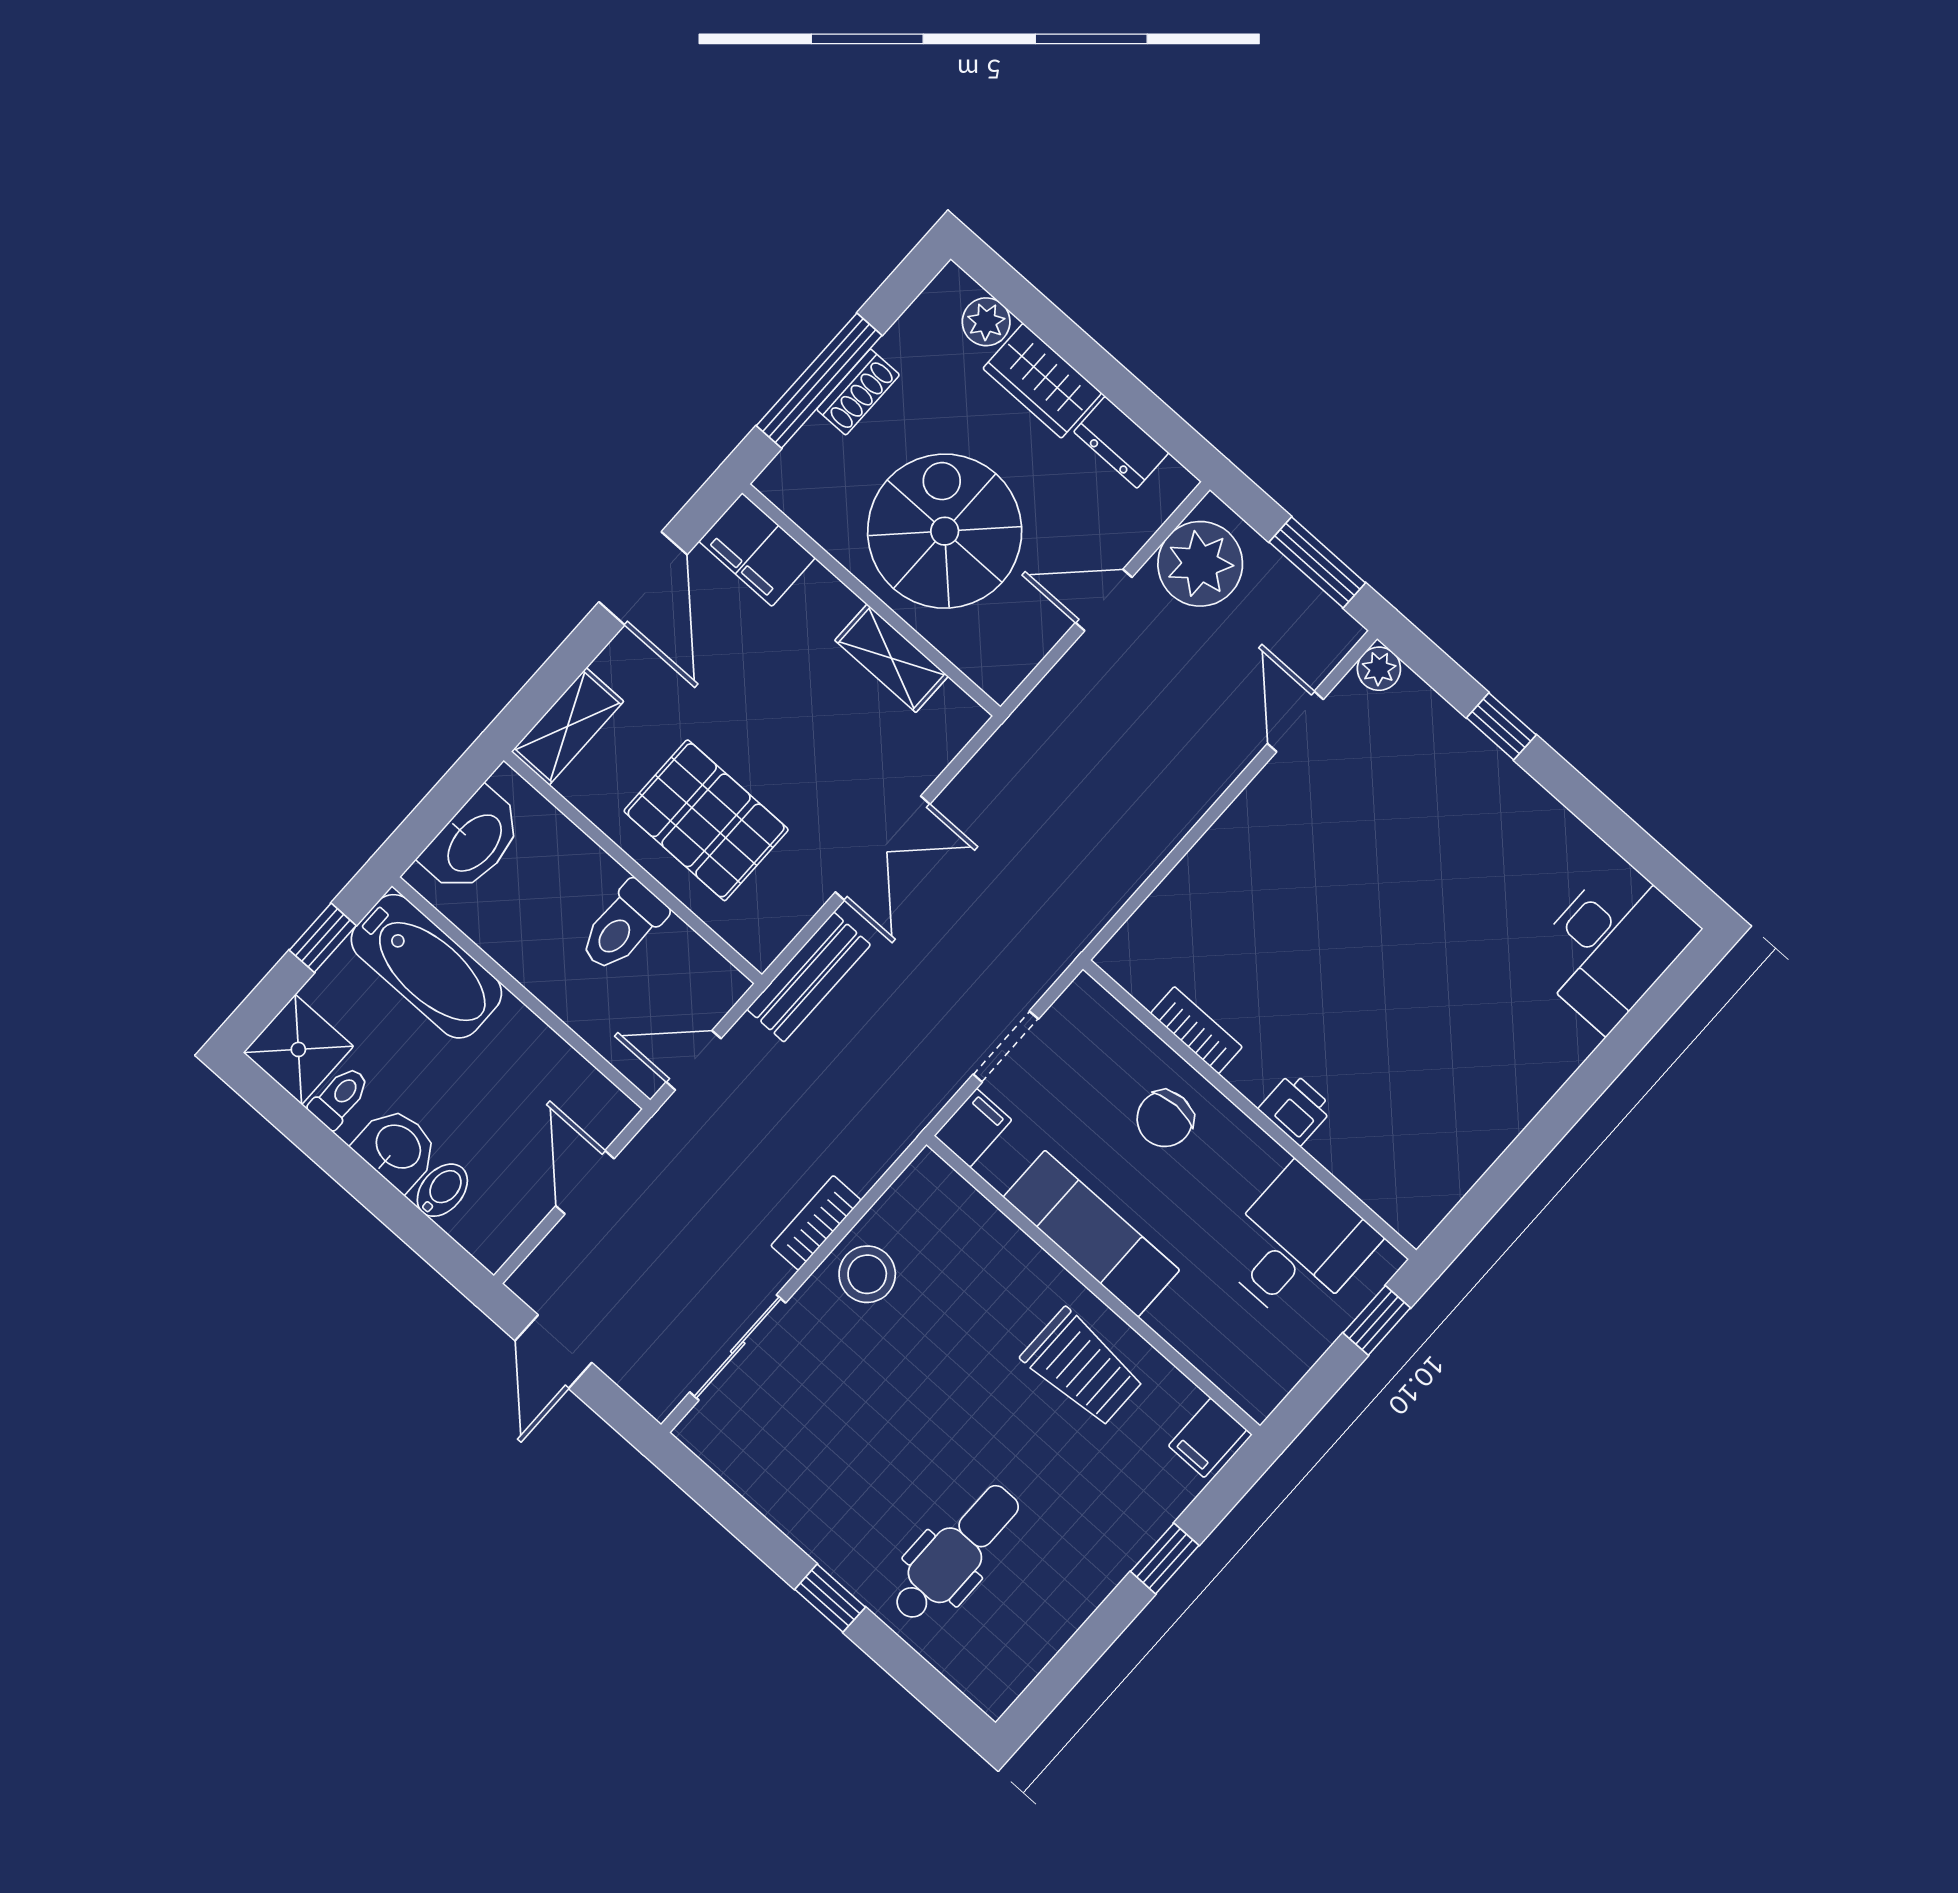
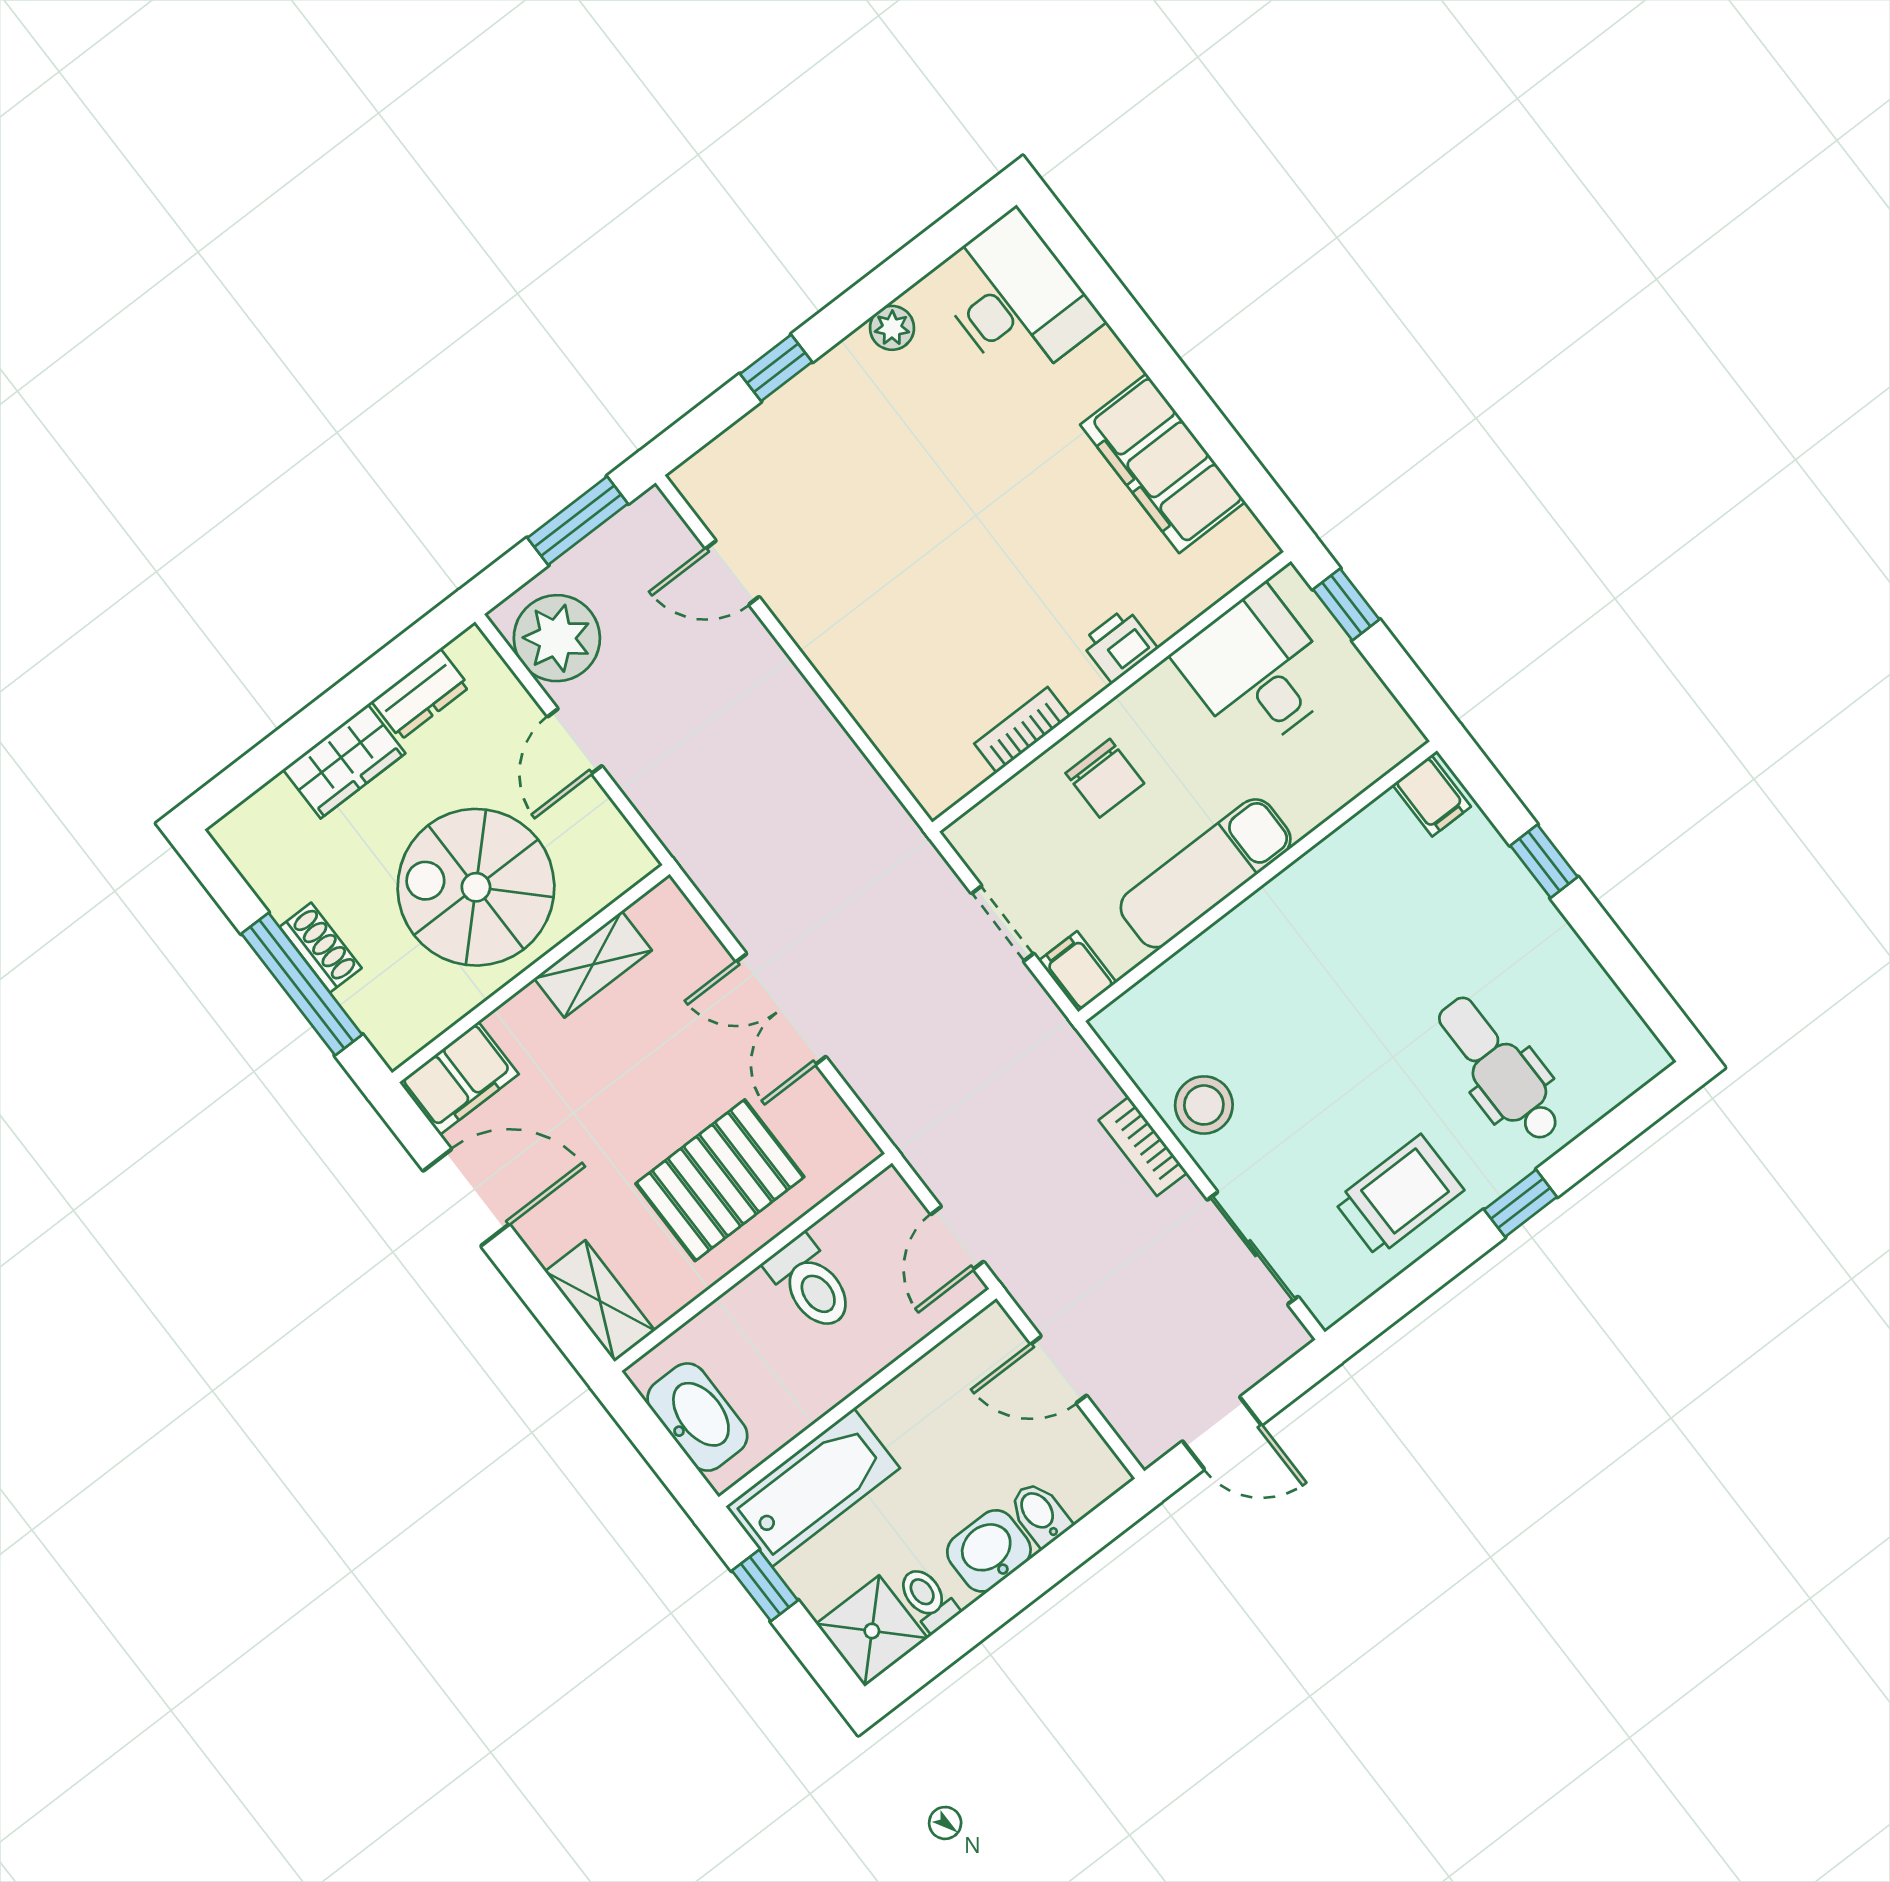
plant: (986, 322) -> (275, 806), removed
plant: (1379, 669) -> (892, 328), moved
double door: (883, 848) -> (781, 1009), swing flipped
bench: (809, 977) -> (896, 1107), removed
filing cabinet: (1480, 1117) -> (1163, 463), added
trolley: (1083, 1368) -> (1399, 1196), moved

